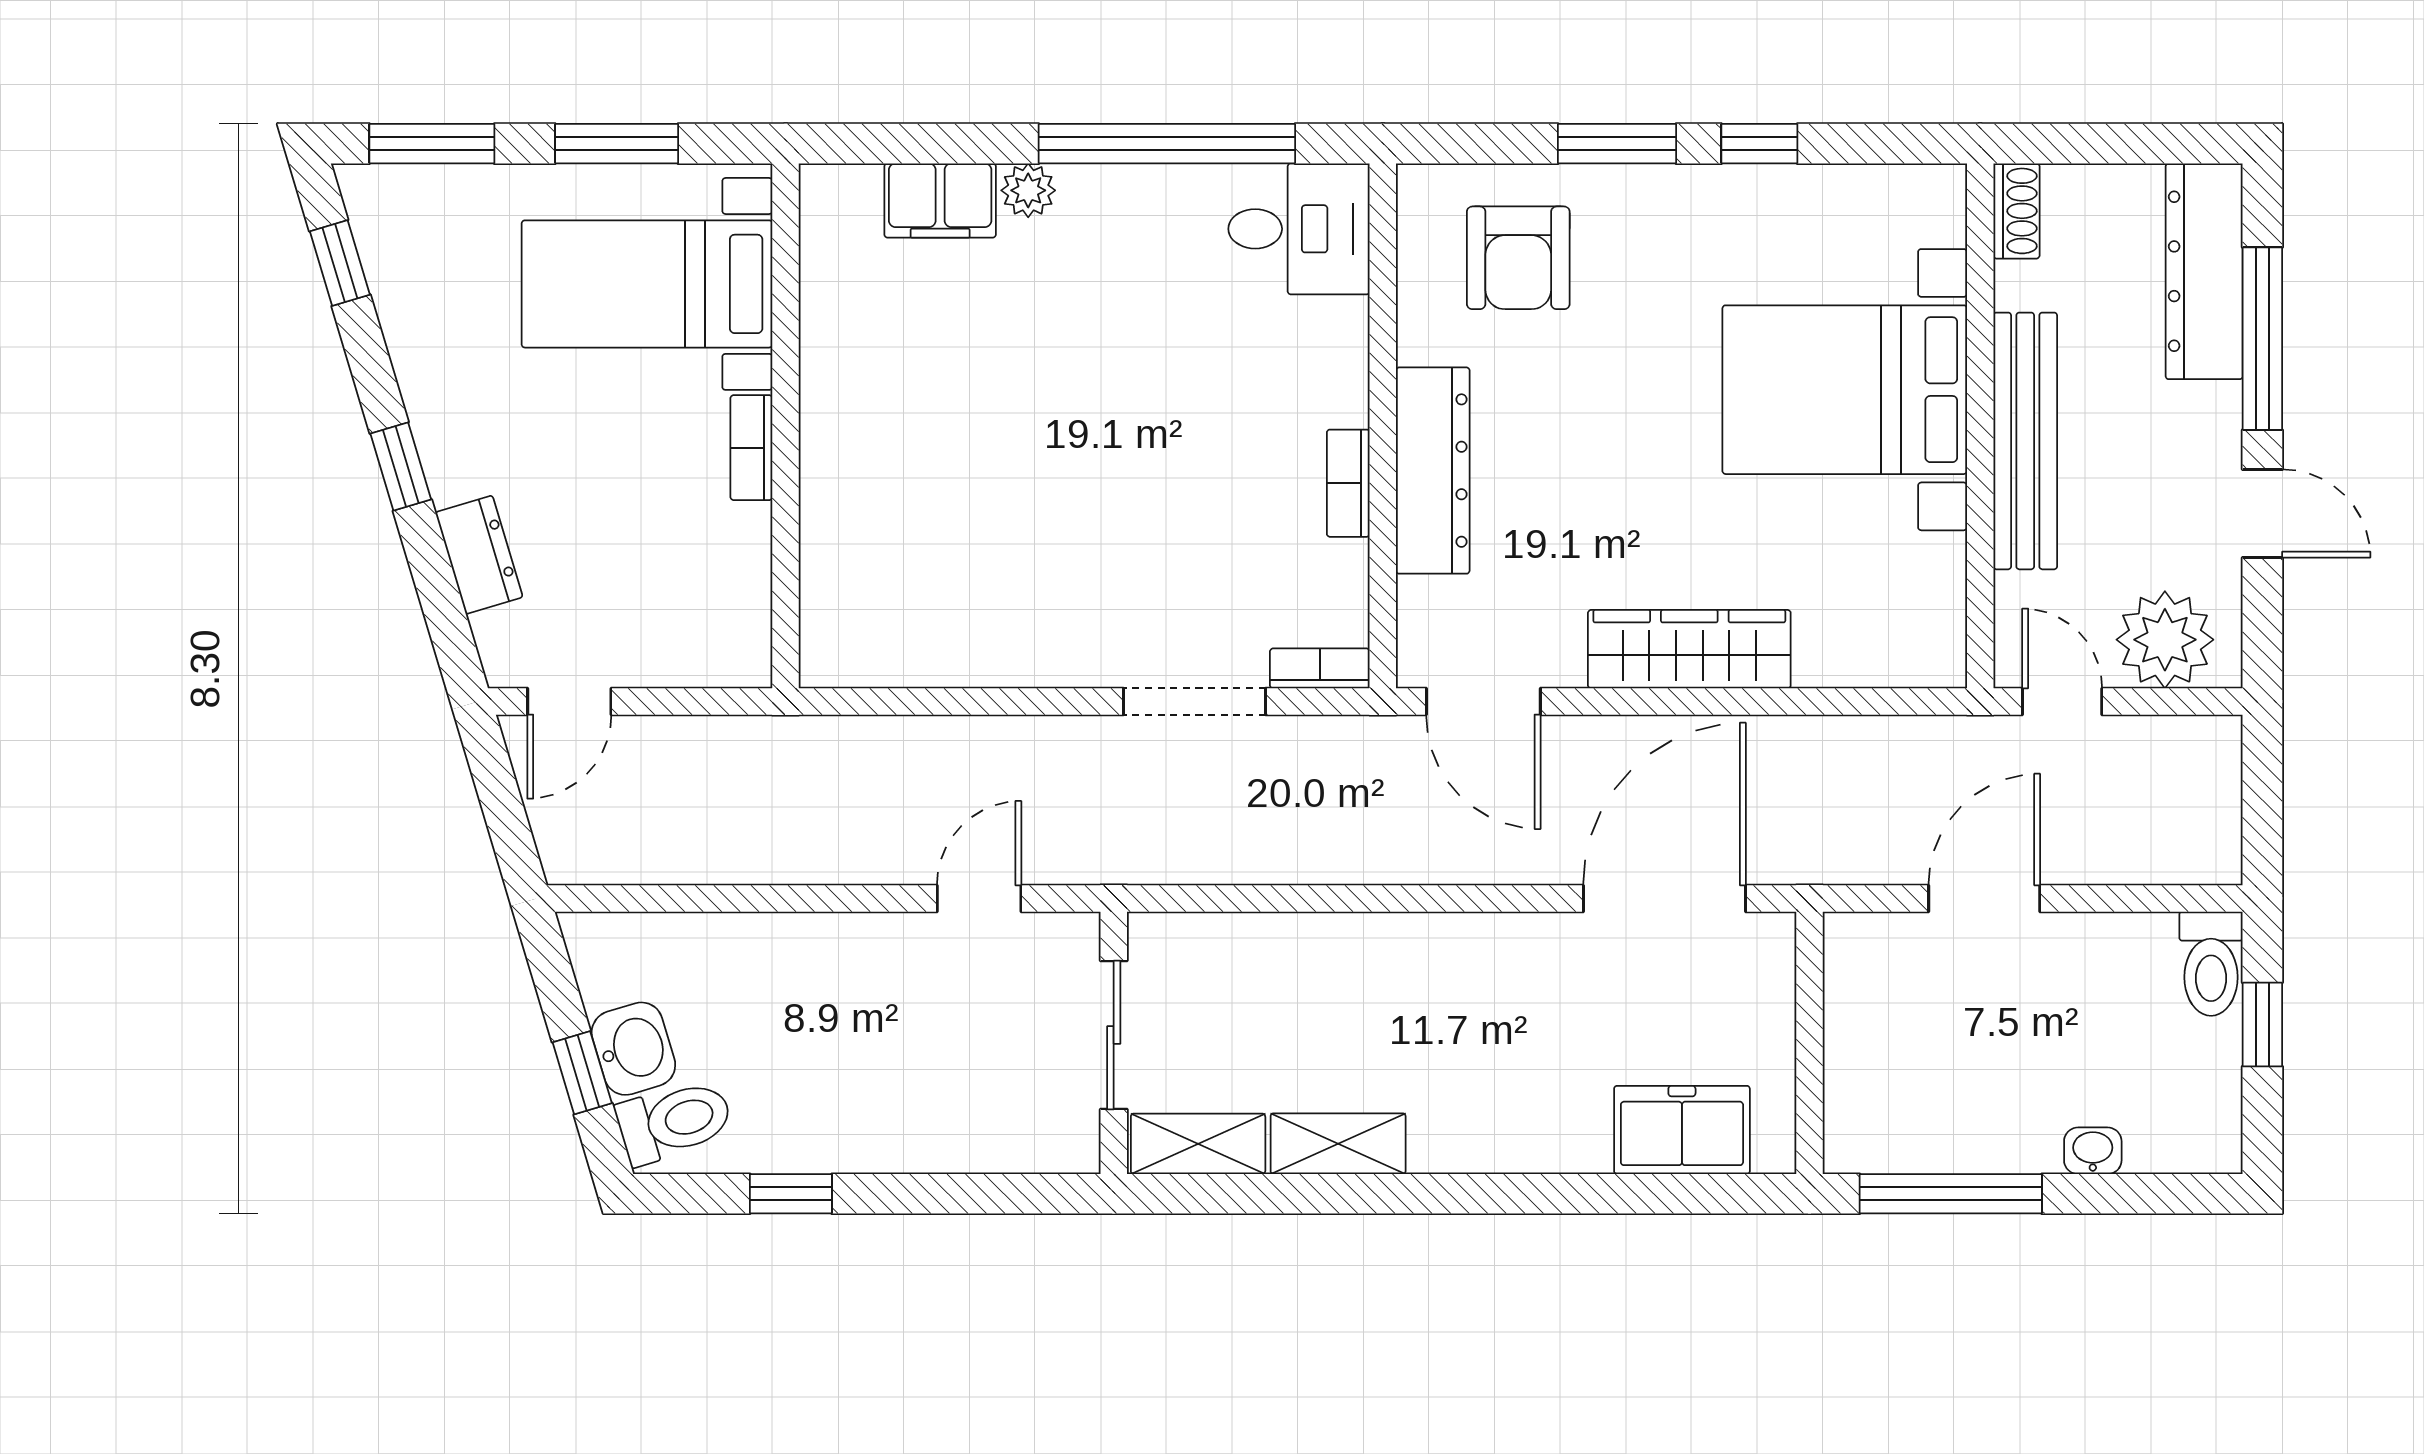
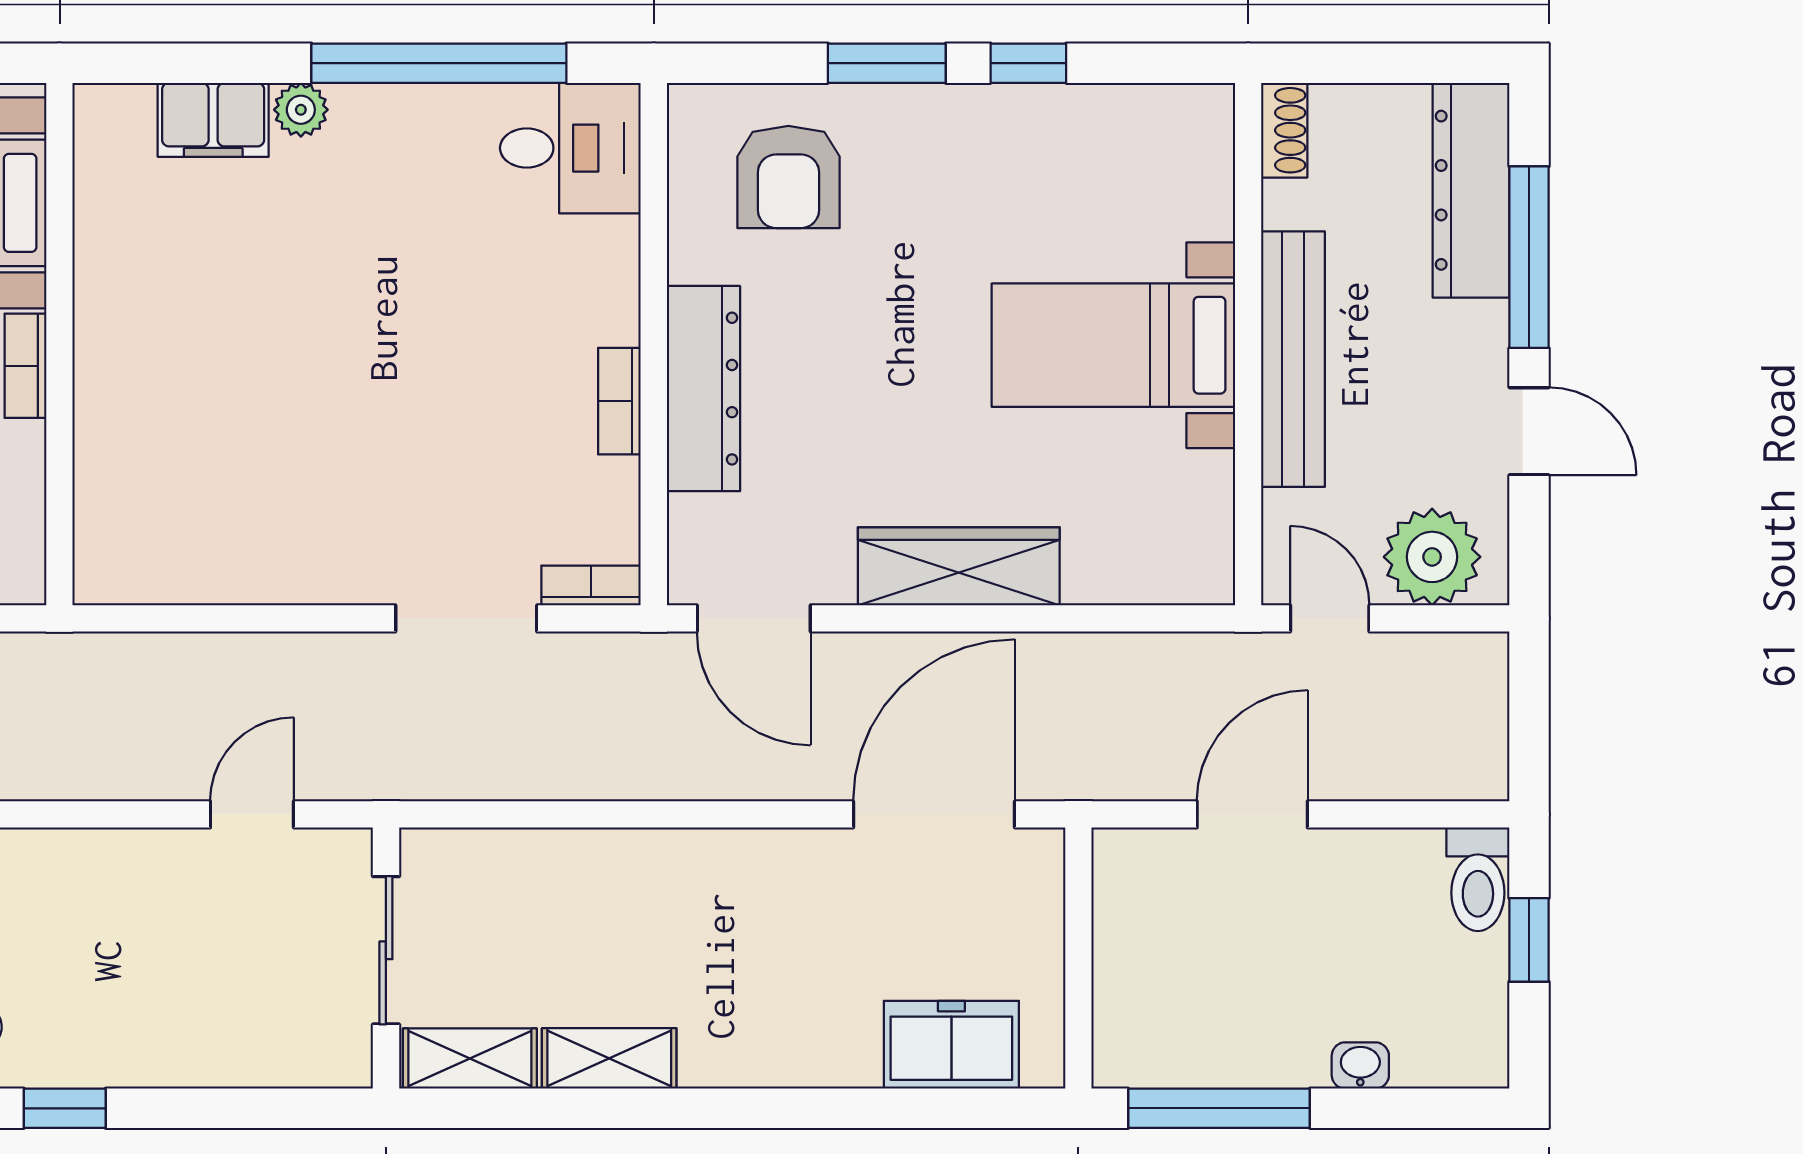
bed with nightstands: (1845, 390) -> (1113, 345), width x0.73

